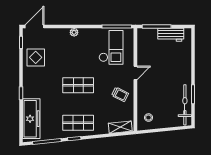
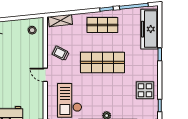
door: (135, 73) -> (45, 75), hinge flipped
shop shelf: (78, 85) -> (102, 62), width x1.43, depth x1.36

